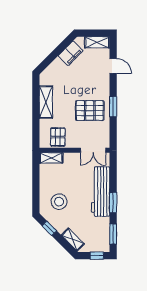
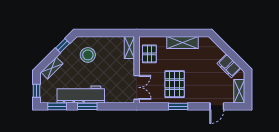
pallet: (58, 137) -> (149, 54), turned 90
double door: (93, 150) -> (137, 87), swing flipped
workbench: (101, 192) -> (81, 94), moved

